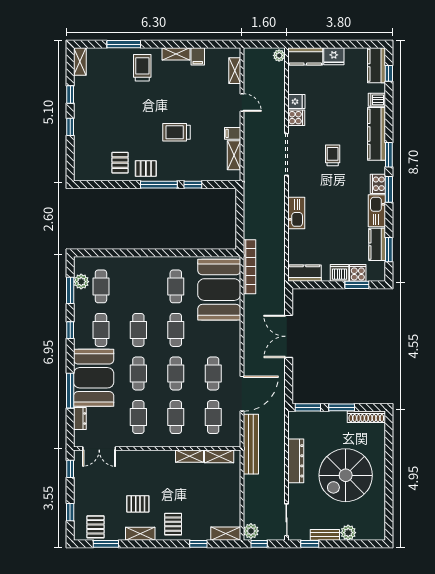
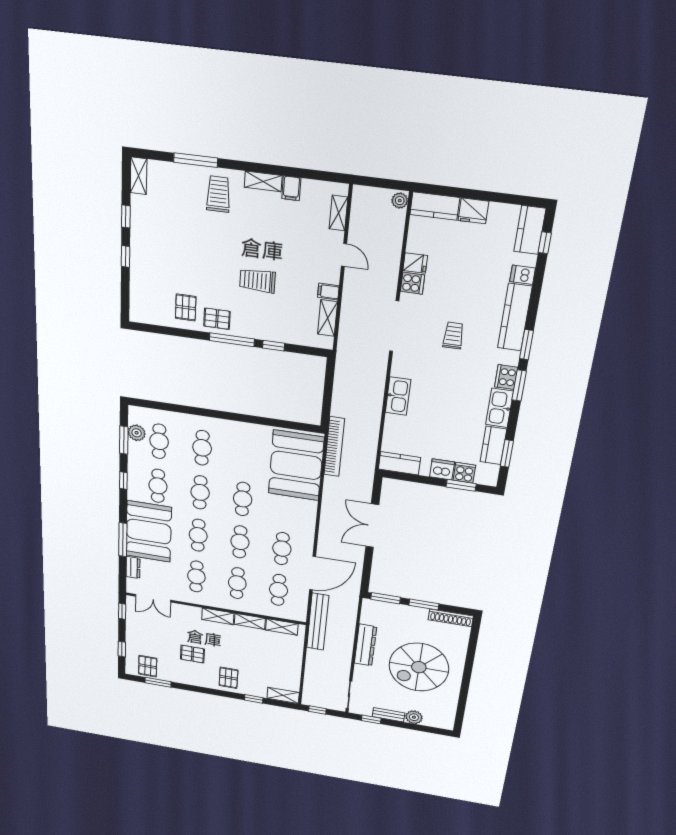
cafe table: (176, 286) -> (202, 448), moved
plant: (251, 531) -> (310, 698), removed
shelving: (140, 534) -> (218, 616), moved

